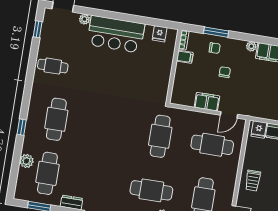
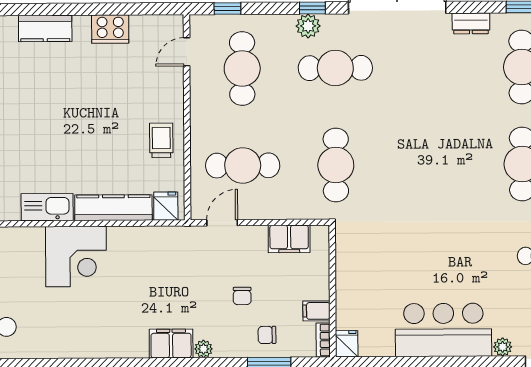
fridge: (160, 34) -> (347, 344), moved
filing cabinet: (207, 102) -> (289, 239), moved
trolley: (253, 181) -> (161, 140), moved

